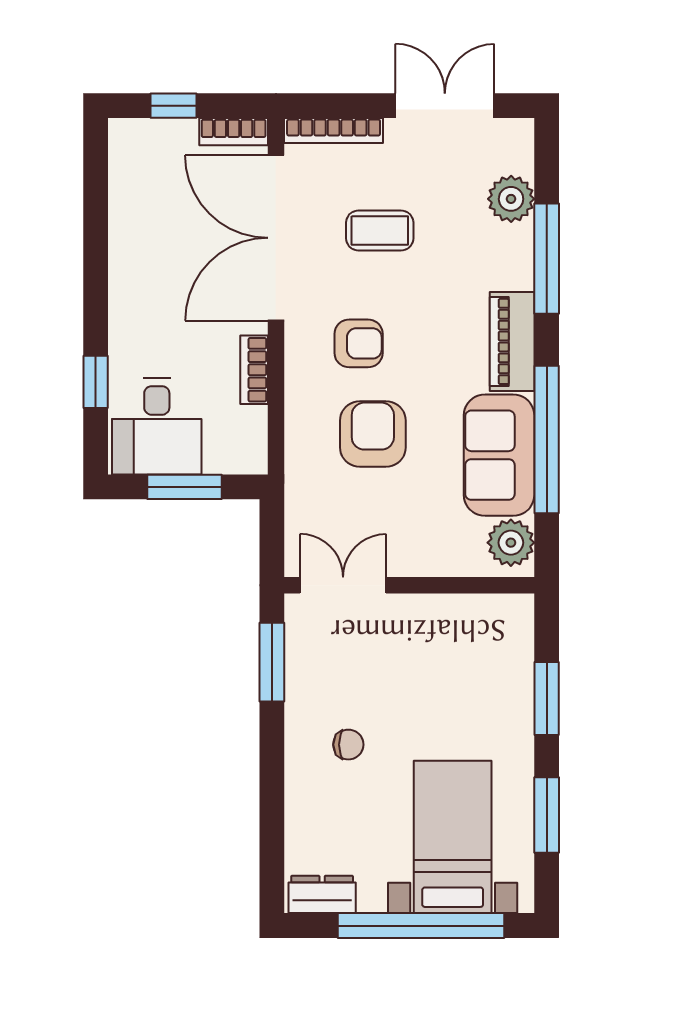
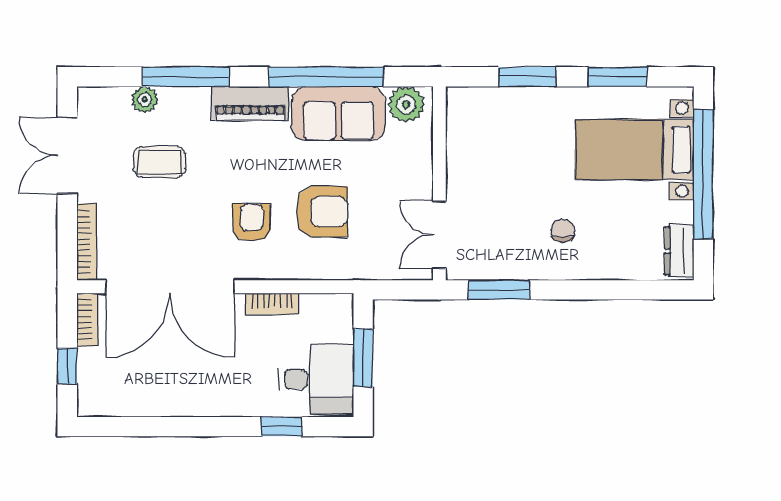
plant: (511, 199) -> (145, 99), width x0.73, depth x0.73
coffee table: (380, 230) -> (160, 162), moved, turned 90
armchair: (373, 434) -> (322, 212), turned 180

